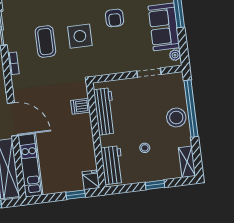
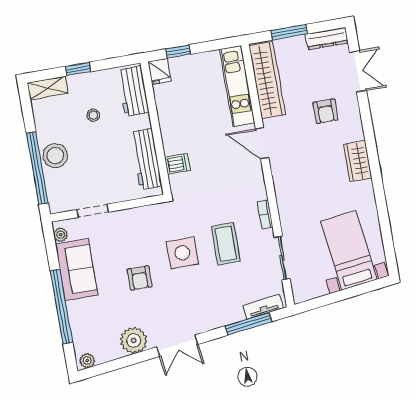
armchair: (115, 18) -> (140, 278), turned 180
door: (13, 119) -> (262, 143), width x0.73
shelving: (187, 162) -> (48, 88), moved, turned 90

